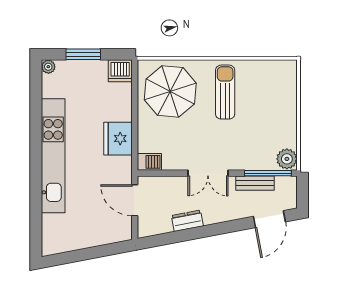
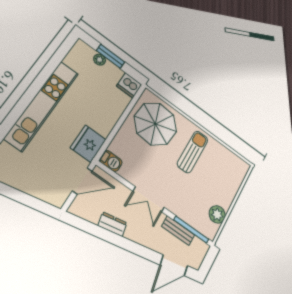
plant: (48, 67) -> (100, 60), moved
fridge: (118, 139) -> (88, 144), moved
plant: (287, 159) -> (217, 214), moved
door: (135, 200) -> (82, 181), swing flipped

